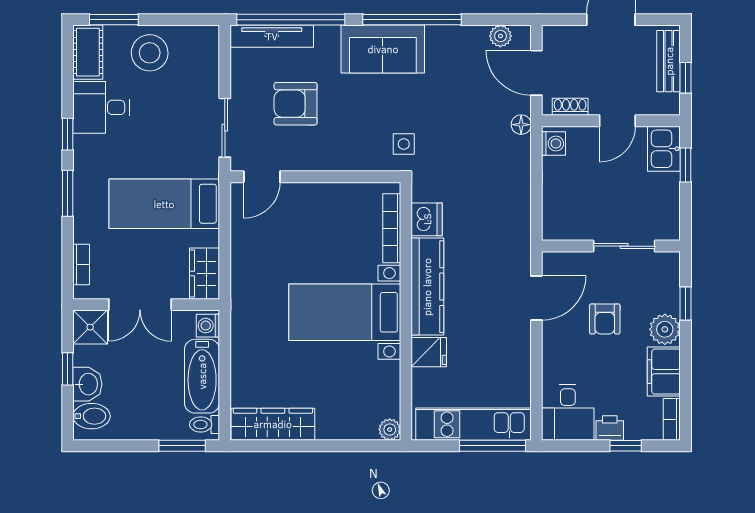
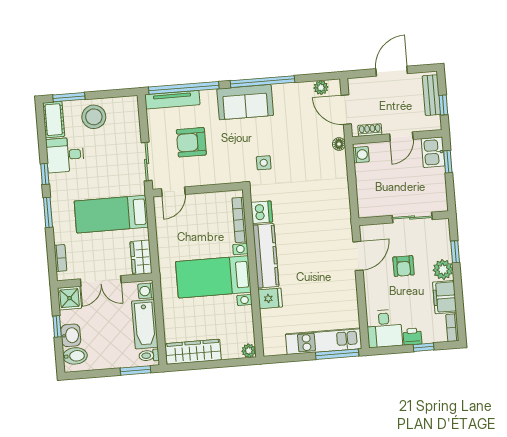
dishwasher: (427, 219) -> (262, 212), moved
bookcase: (392, 228) -> (240, 220), moved
kitchen counter: (427, 287) -> (266, 256), moved
wall: (406, 311) -> (253, 273), moved
bed with nightstands: (345, 312) -> (213, 277), moved
fridge: (429, 352) -> (270, 298), moved
plant: (390, 430) -> (249, 351), moved

